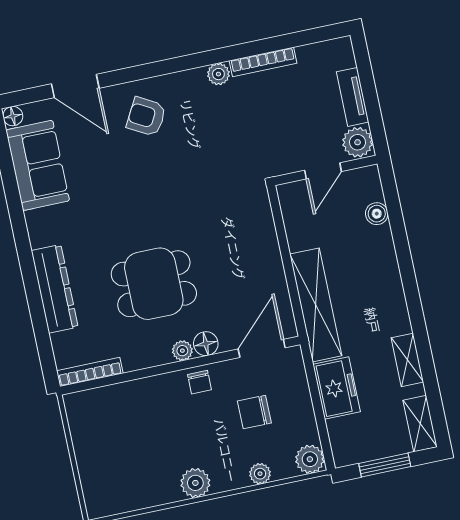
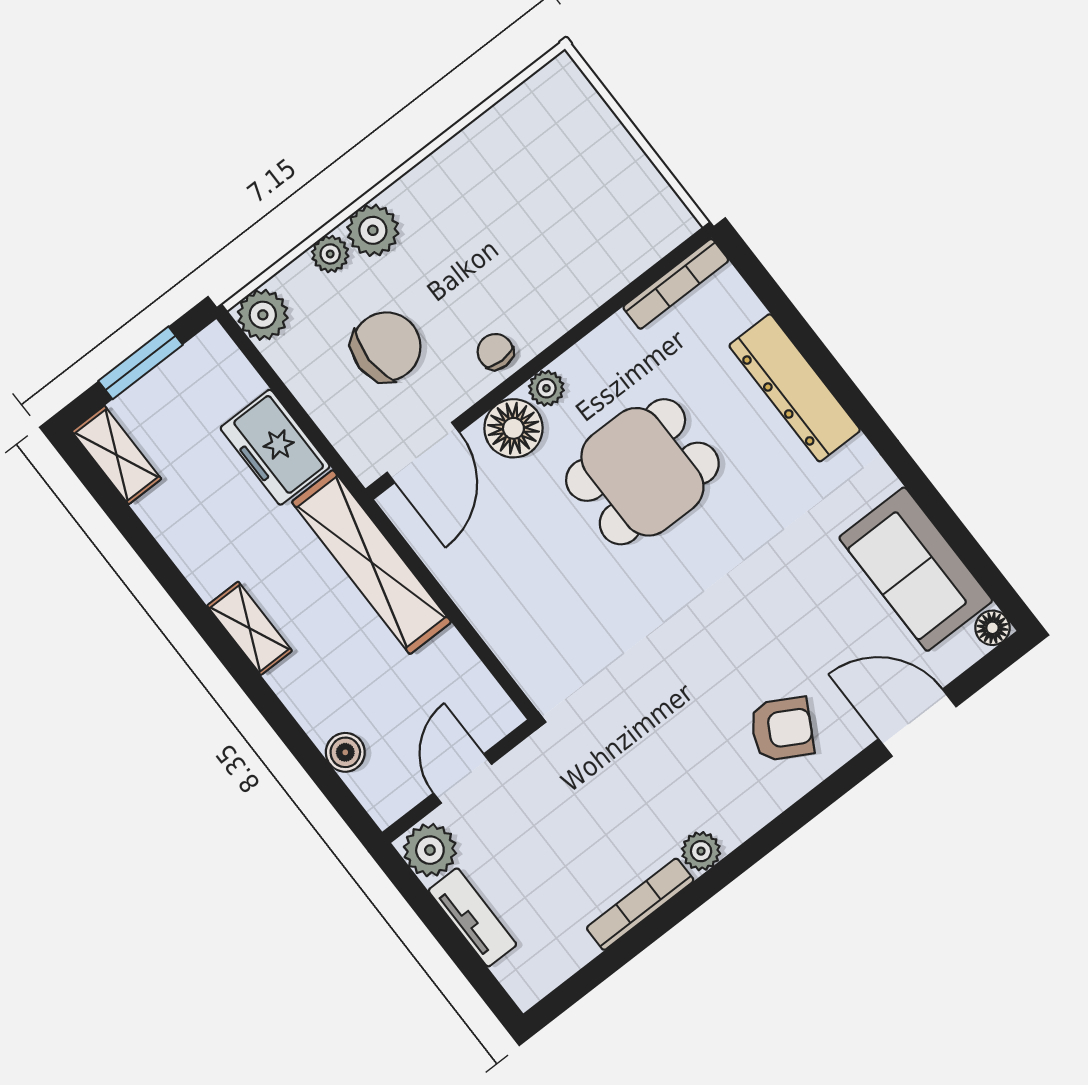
floor lamp: (206, 344) -> (513, 428), width x1.38, depth x1.38
shelving: (407, 360) -> (250, 628), moved
chair: (254, 412) -> (386, 347), width x1.37, depth x1.37
plant: (195, 483) -> (373, 230), moved

